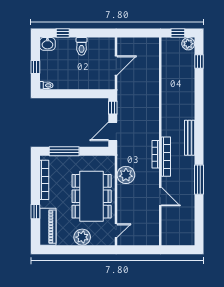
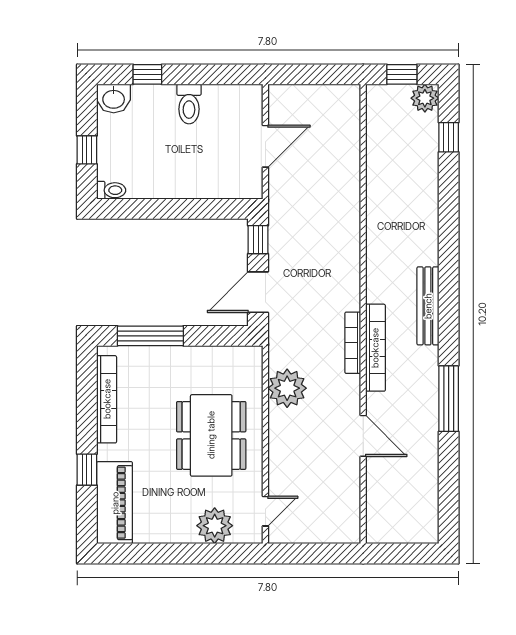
dining table: (92, 196) -> (211, 435), width x0.73, depth x0.80
plant: (82, 237) -> (215, 526), moved

